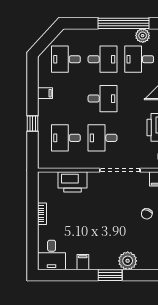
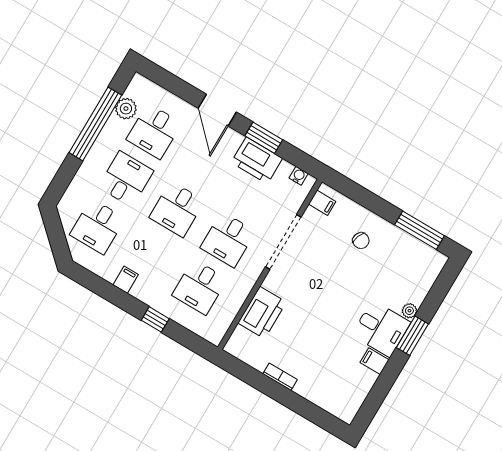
desk: (103, 99) -> (177, 209), turned 180
desk: (52, 255) -> (381, 329), moved
plant: (128, 261) -> (409, 311), width x0.53, depth x0.53

